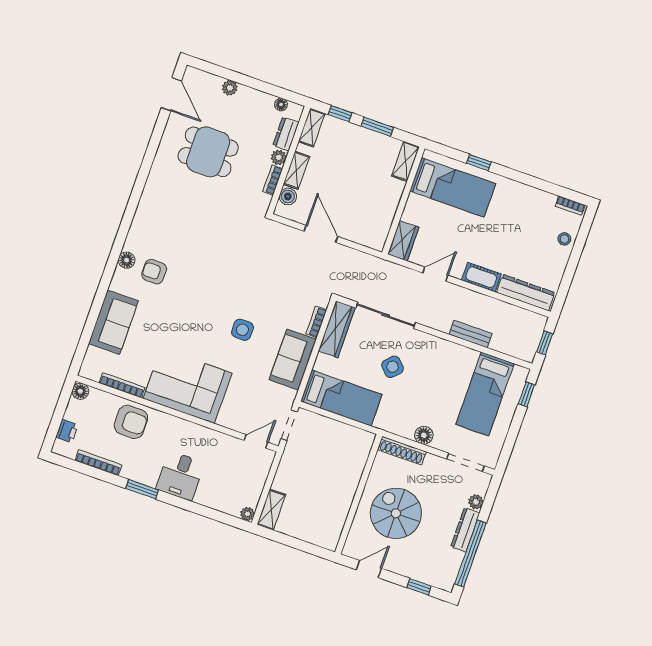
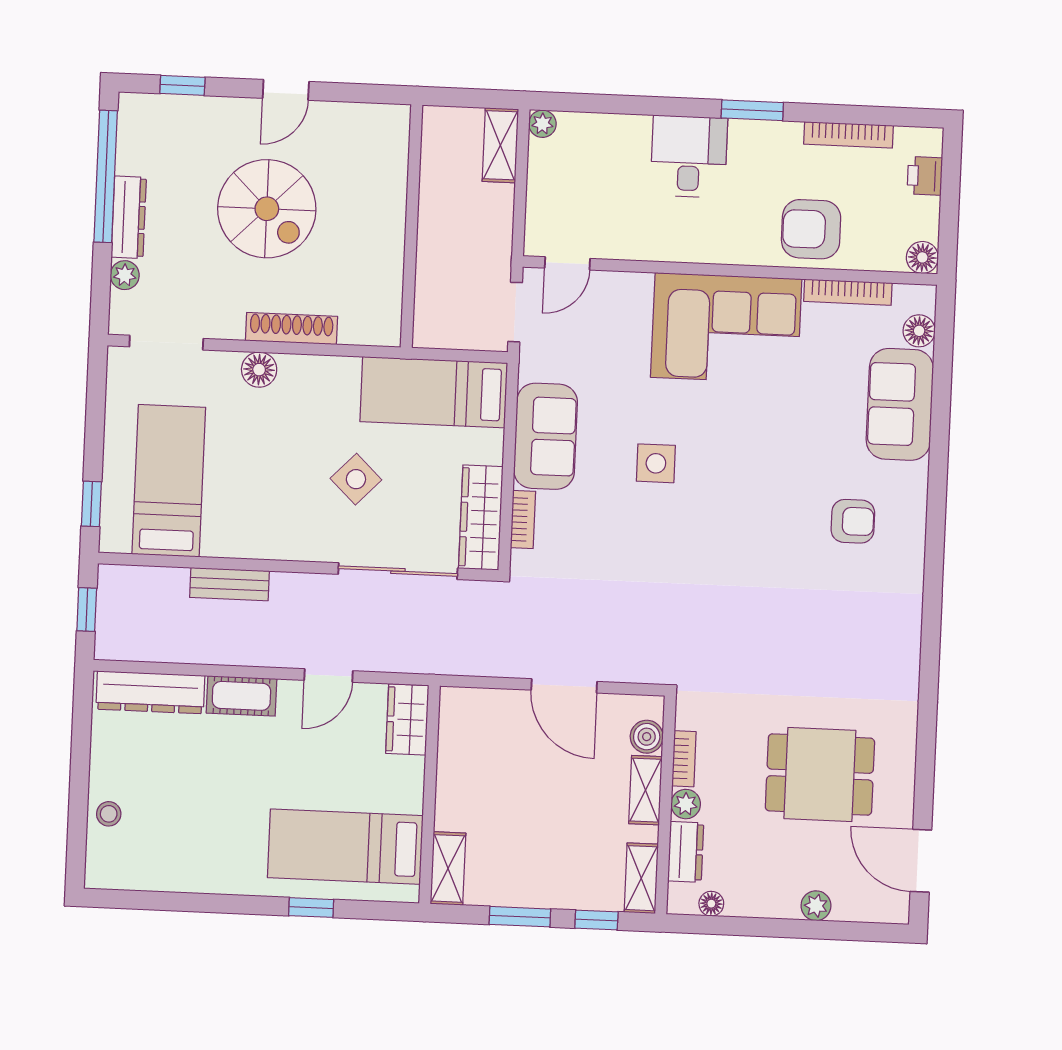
bookcase: (570, 206) -> (117, 879), removed
floor lamp: (127, 260) -> (919, 331), moved
wall: (359, 494) -> (411, 226), moved

